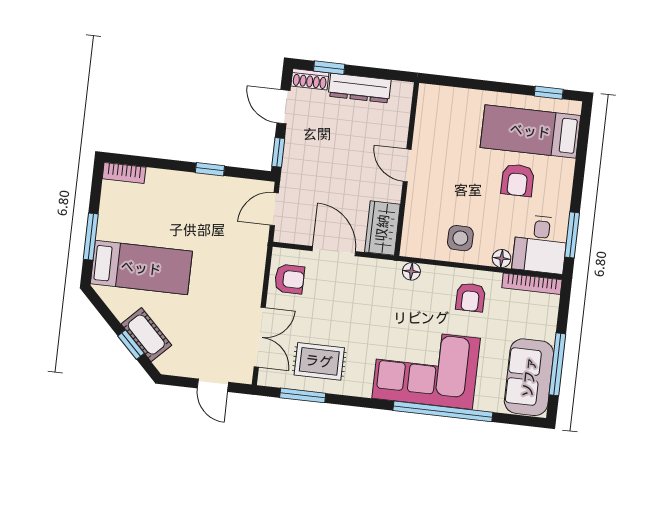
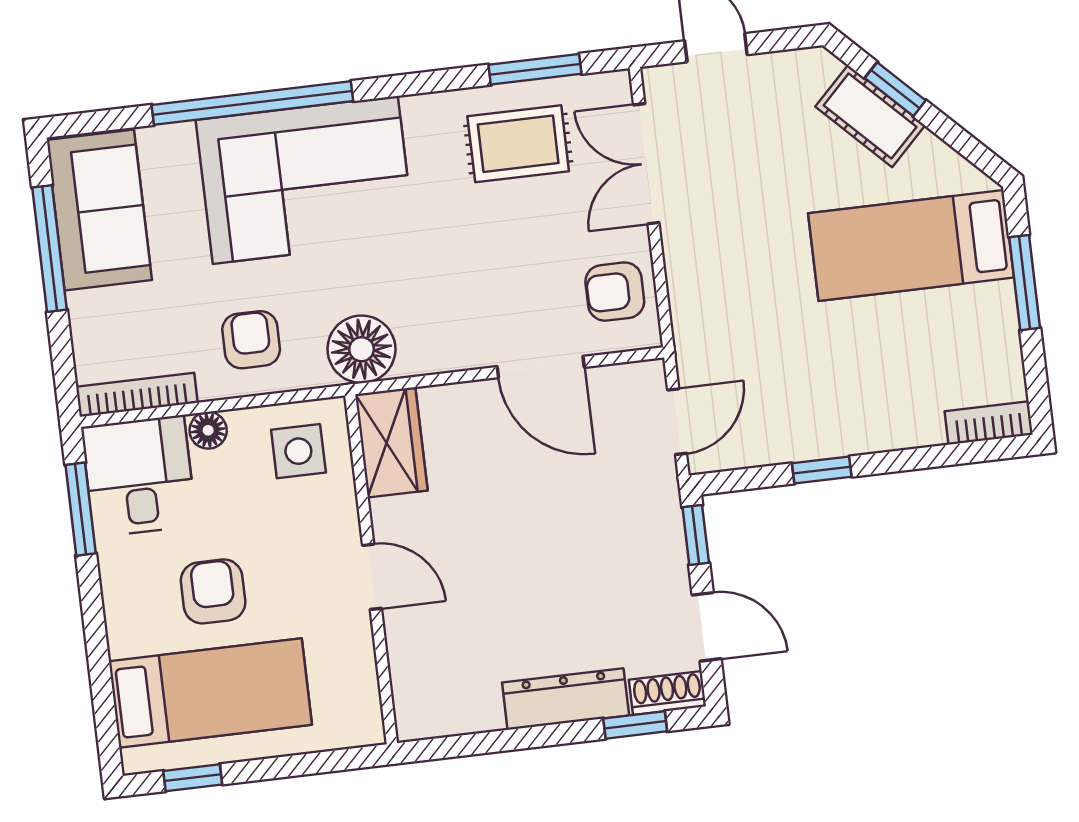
door: (407, 165) -> (372, 577), moved
wall: (407, 169) -> (371, 569), moved
wardrobe: (382, 228) -> (391, 442), moved
floor lamp: (411, 271) -> (361, 349), width x1.89, depth x1.89

